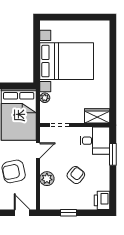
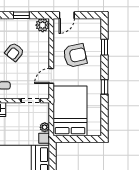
plant: (47, 179) -> (43, 25), moved
door: (22, 213) -> (67, 15), hinge flipped

